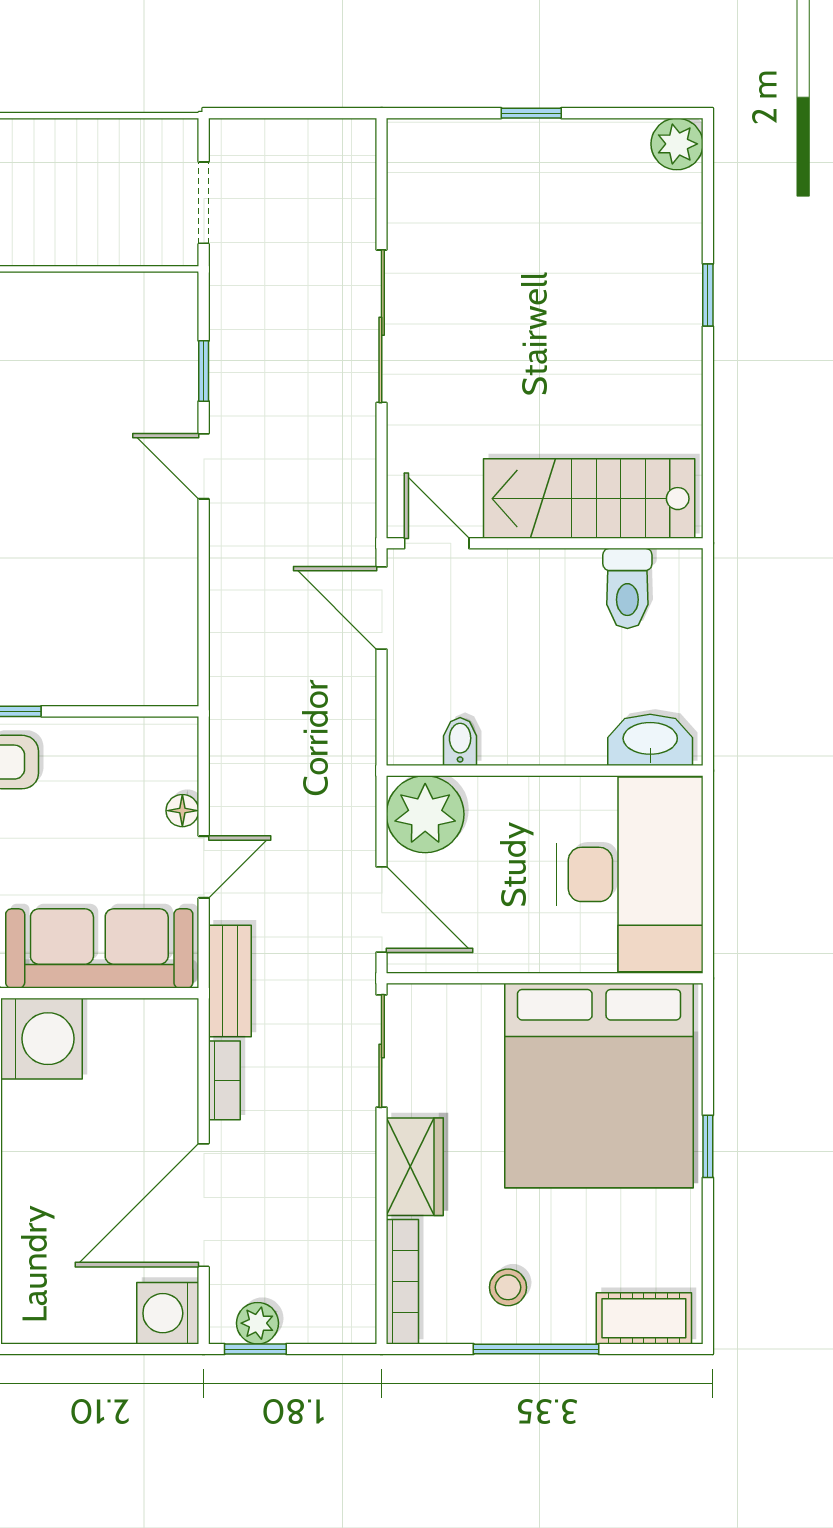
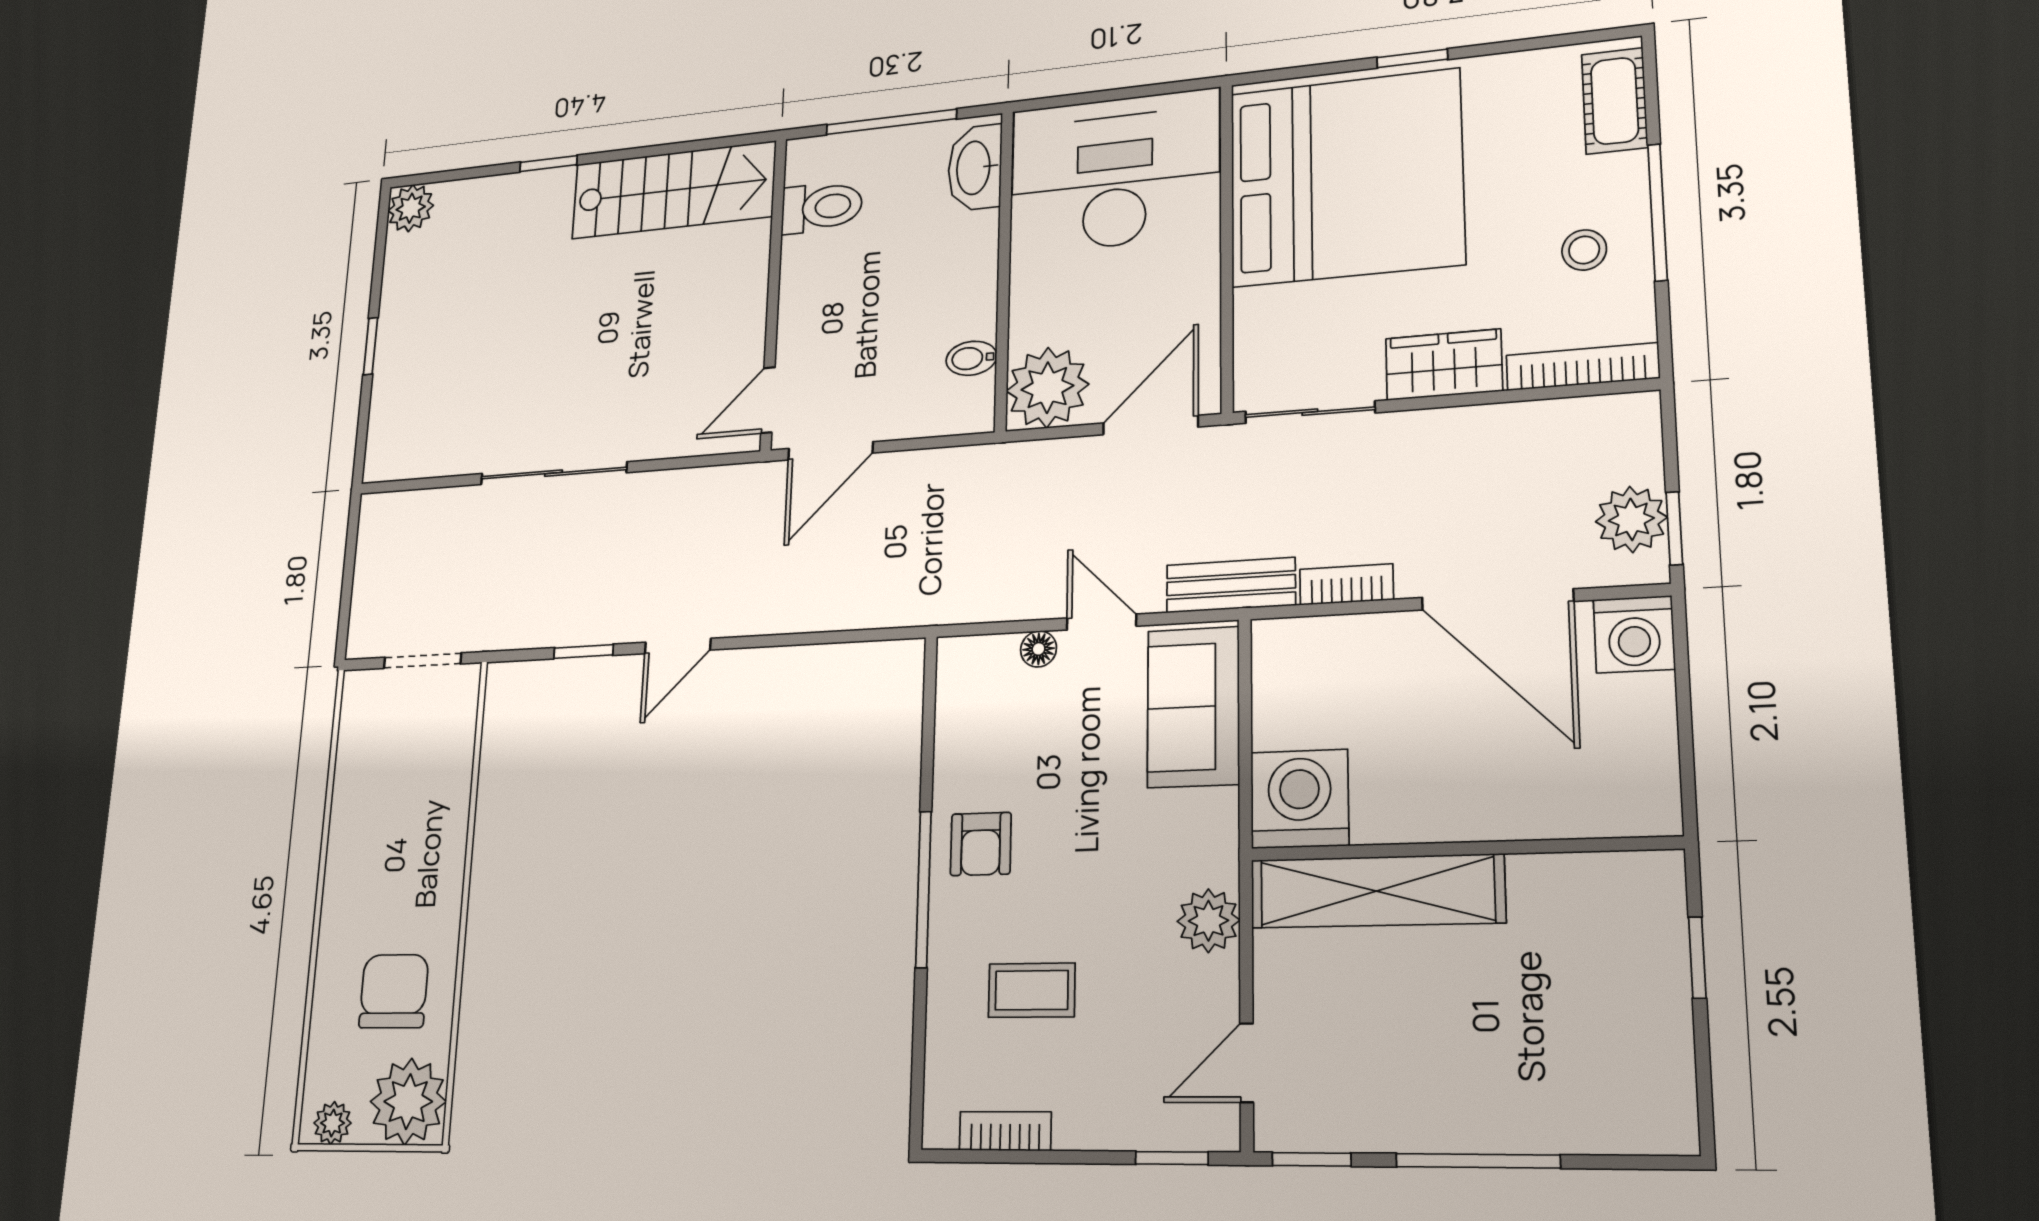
stairs: (589, 499) -> (673, 190), moved, turned -90
window: (708, 655) -> (891, 122), added
sofa: (99, 948) -> (1193, 707), width x0.73
plant: (258, 1323) -> (1631, 519), width x1.38, depth x1.38

